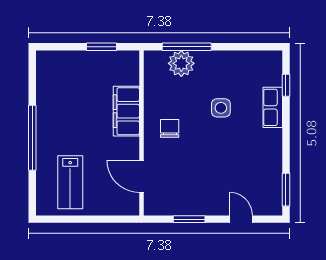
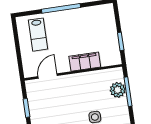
chair: (170, 128) -> (78, 89), removed
lab bench: (70, 182) -> (38, 35), turned -90

